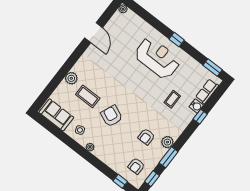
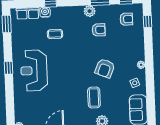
coffee table: (88, 96) -> (94, 98), moved

